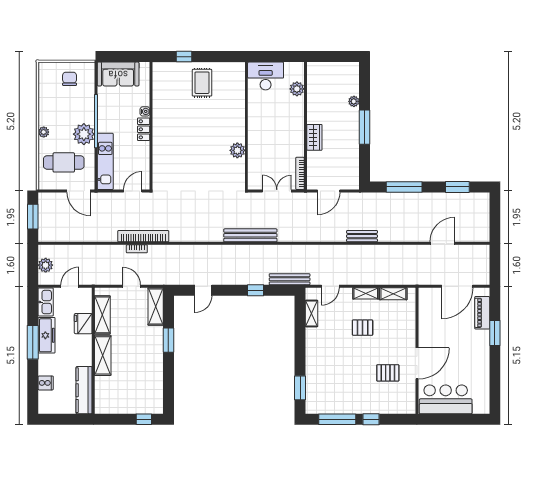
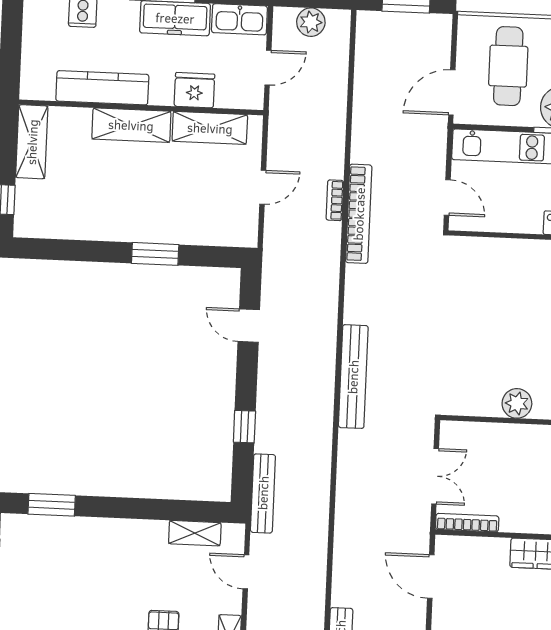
bench: (250, 235) -> (353, 377), moved
door: (70, 286) -> (268, 68), hinge flipped
shelving: (156, 306) -> (32, 142), moved, turned 90
kitchen counter: (84, 390) -> (102, 88), moved

